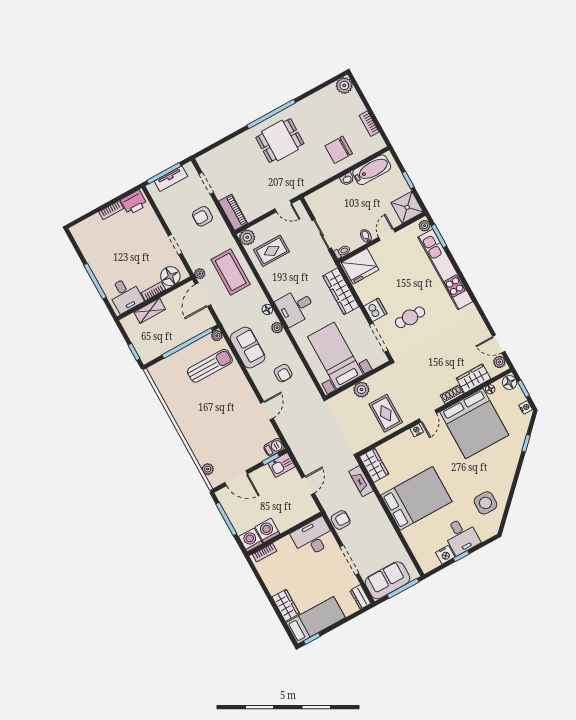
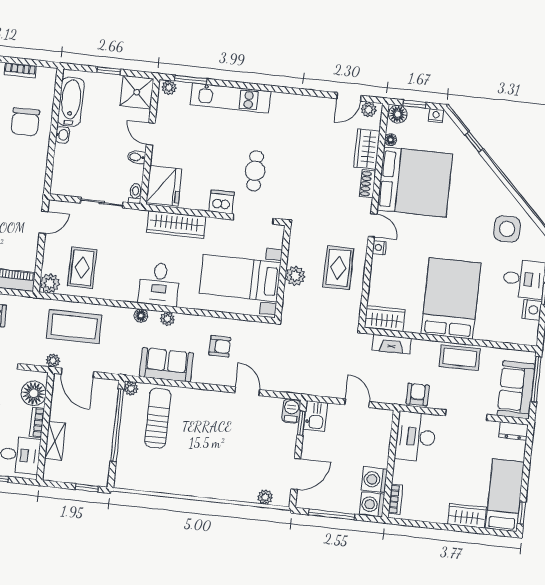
kitchen unit: (445, 269) -> (231, 98), width x0.73
rug: (386, 413) -> (338, 268), turned 90
coffee table: (383, 530) -> (460, 358), added

